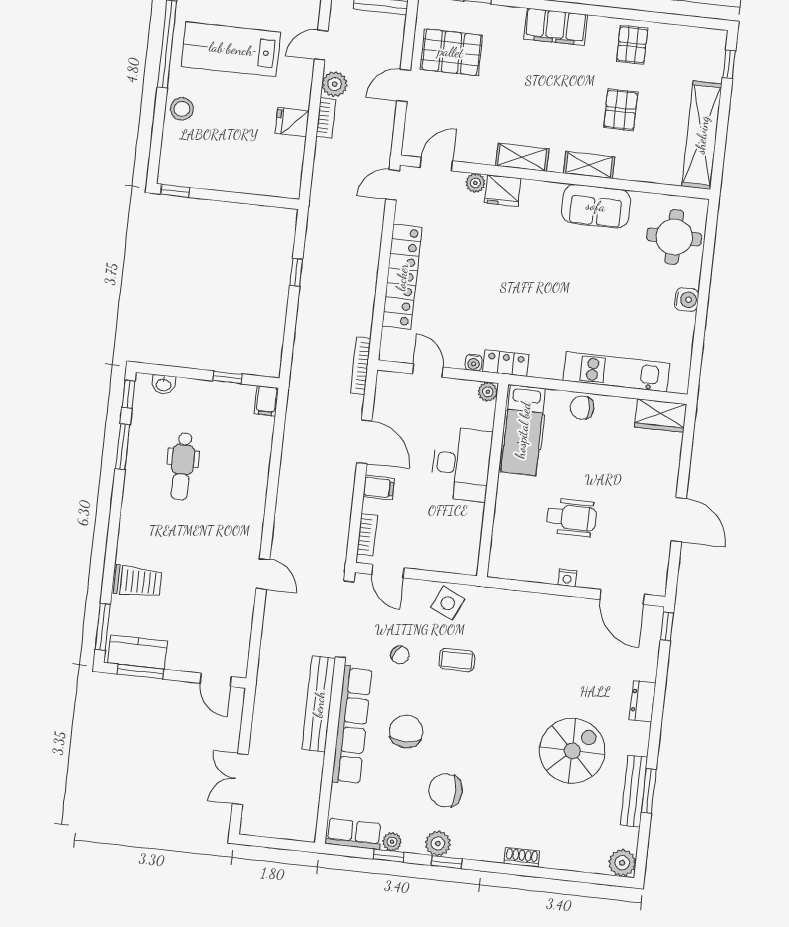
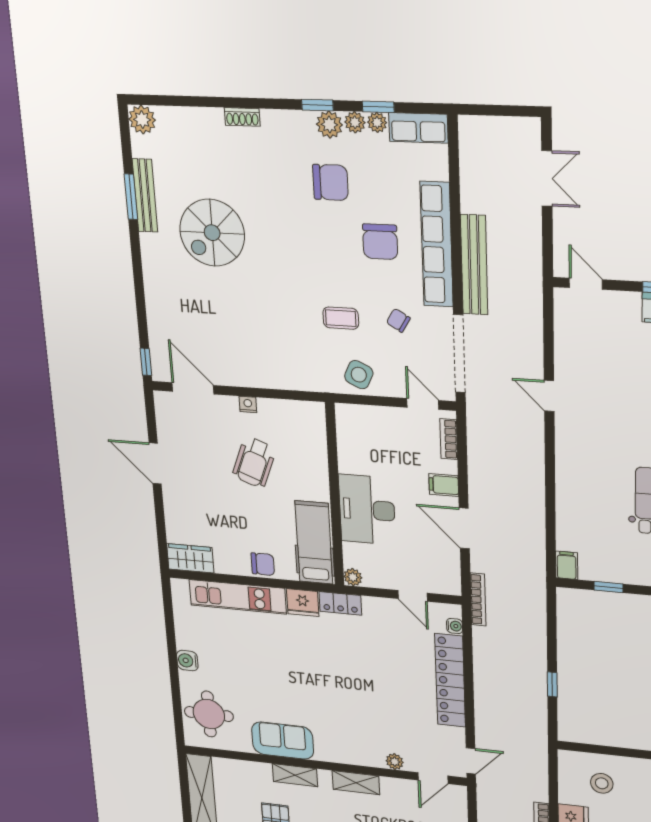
stool: (258, 161) -> (602, 783), added
fridge: (503, 191) -> (303, 603), moved, turned 180
water cooler: (474, 363) -> (455, 626), moved, turned 90
wheelchair: (572, 517) -> (254, 462), turned -69
dresser: (643, 701) -> (154, 287), removed
plant: (413, 844) -> (355, 122), added

